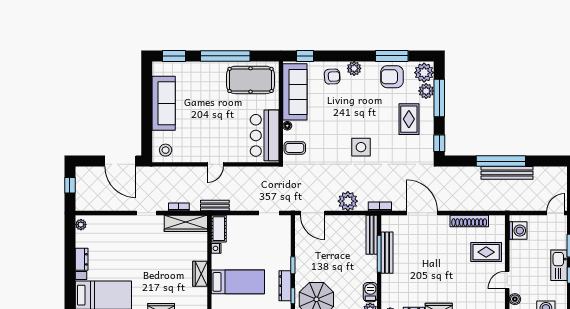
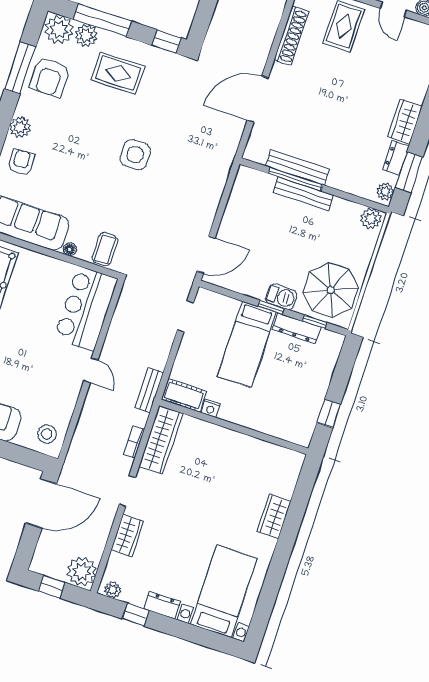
bar counter: (265, 135) -> (86, 308), moved, turned 90
plant: (348, 201) -> (82, 572), moved
bookcase: (380, 206) -> (228, 156), removed
bench: (372, 235) -> (303, 194), moved
window: (70, 244) -> (136, 615), added
wardrobe: (200, 274) -> (127, 535), moved, turned -90
bed: (238, 282) -> (247, 344), moved, turned 180
barbecue: (370, 292) -> (281, 297), moved, turned 180

